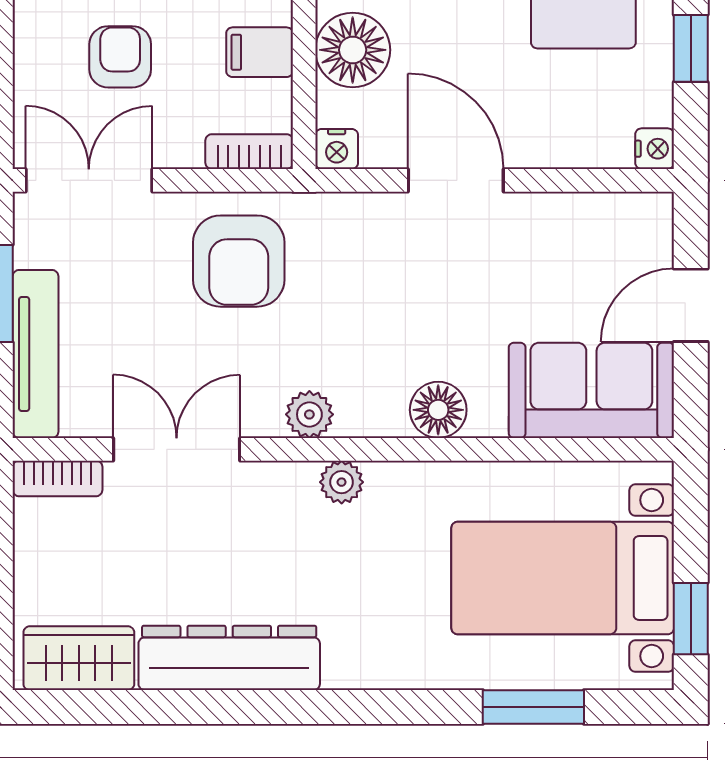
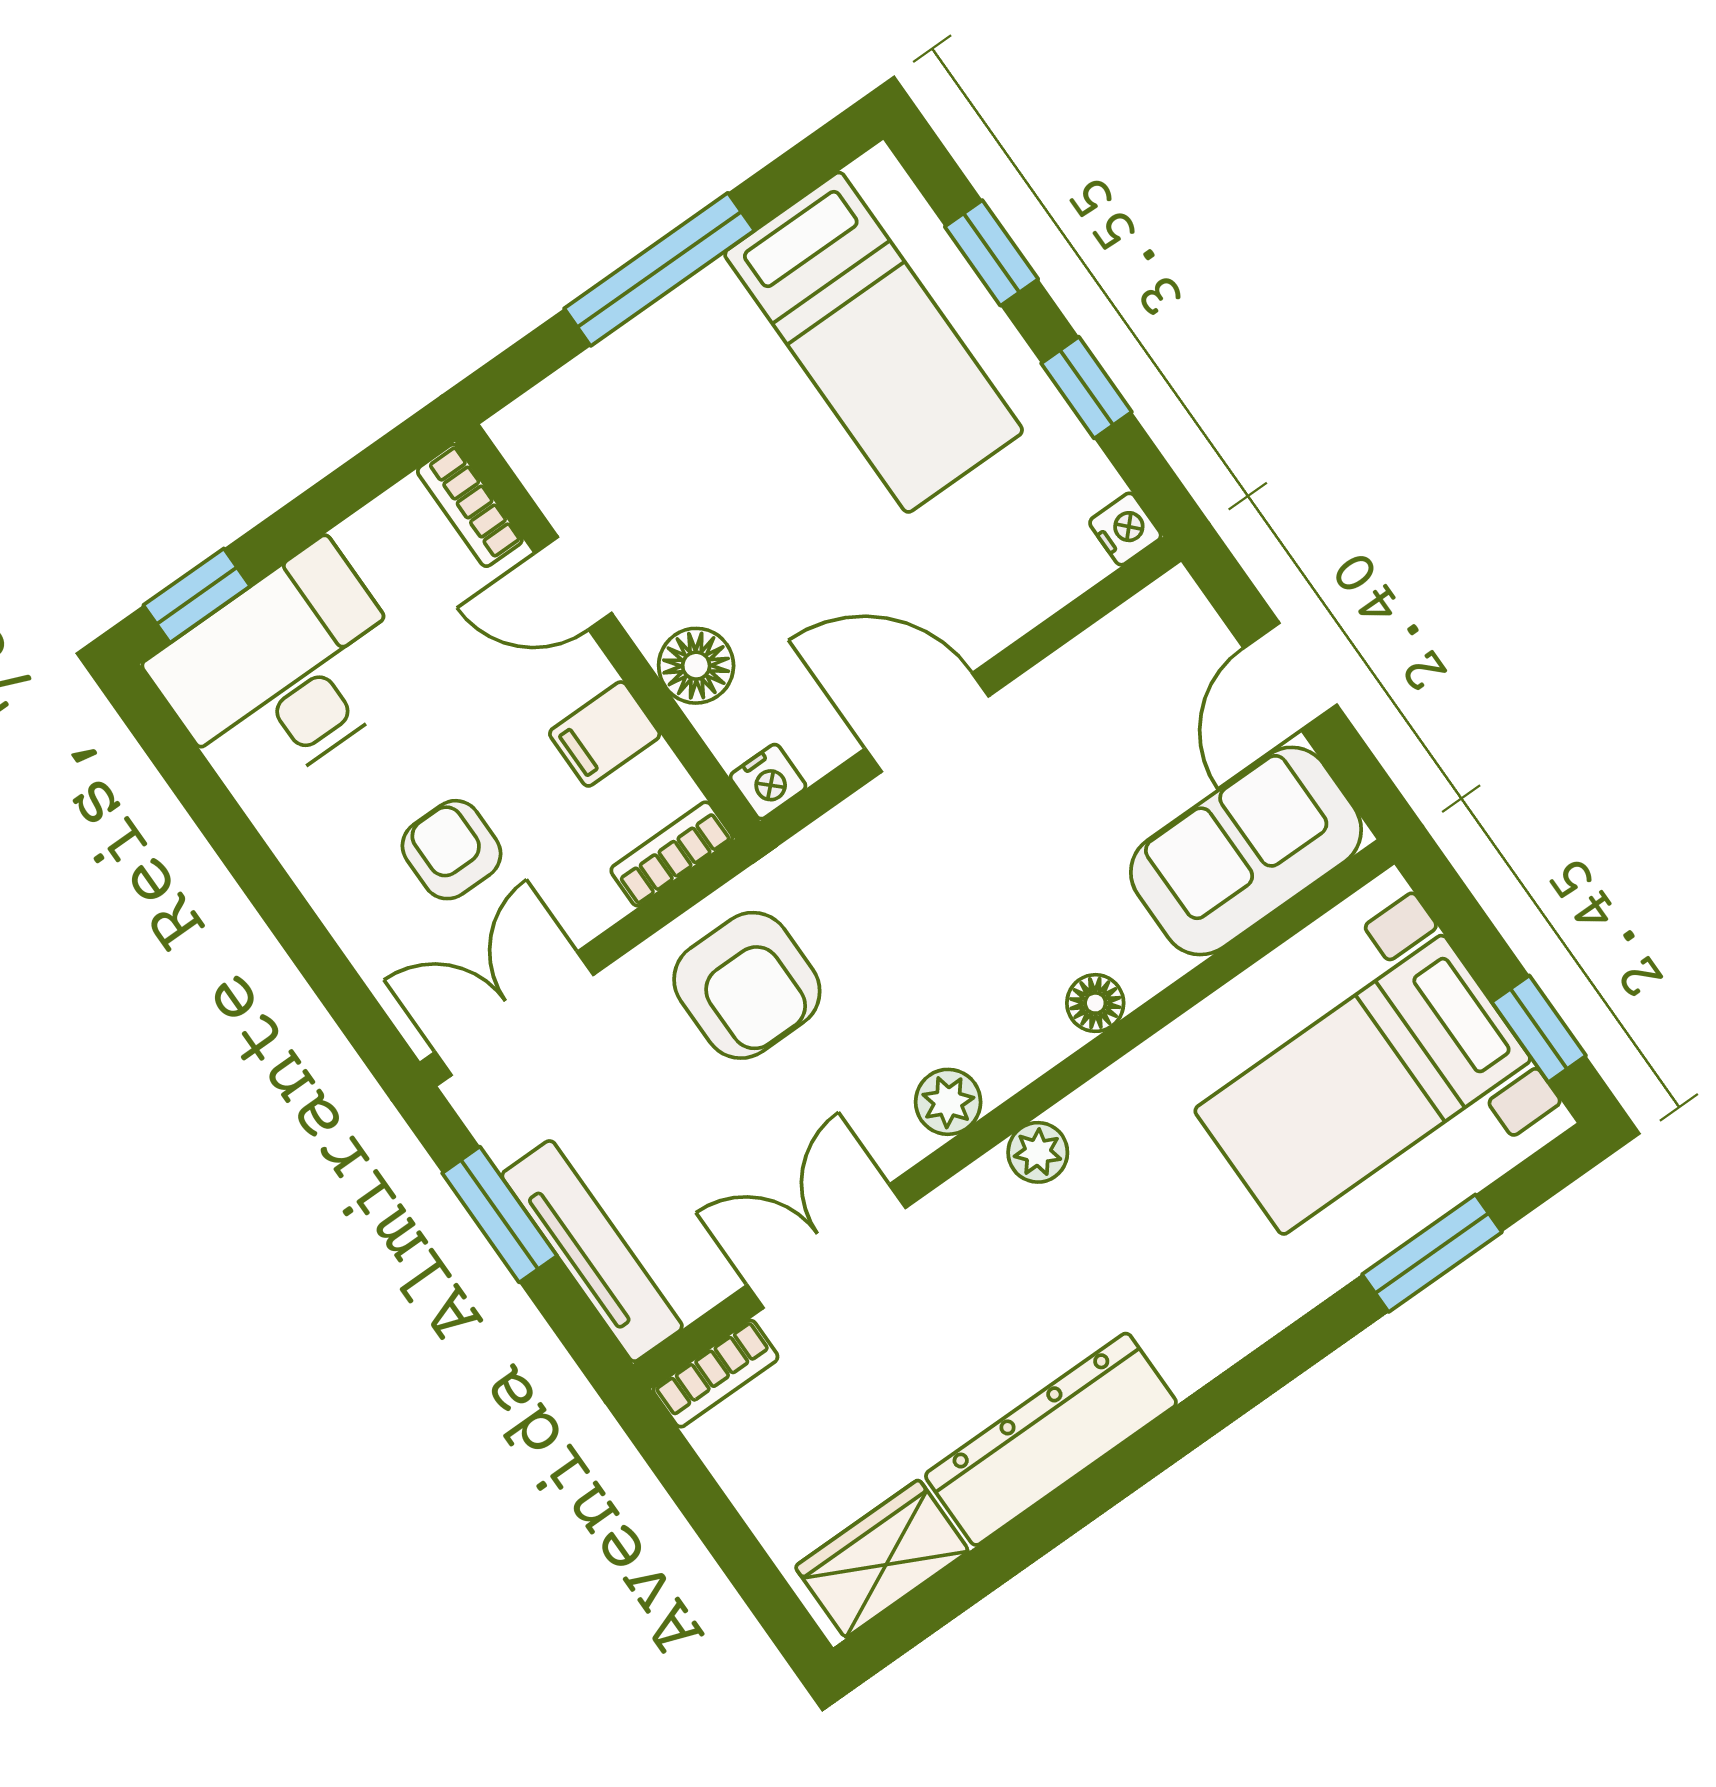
floor lamp: (353, 50) -> (696, 666), width x0.73, depth x0.73
floor lamp: (438, 410) -> (1095, 1003), width x0.73, depth x0.73

